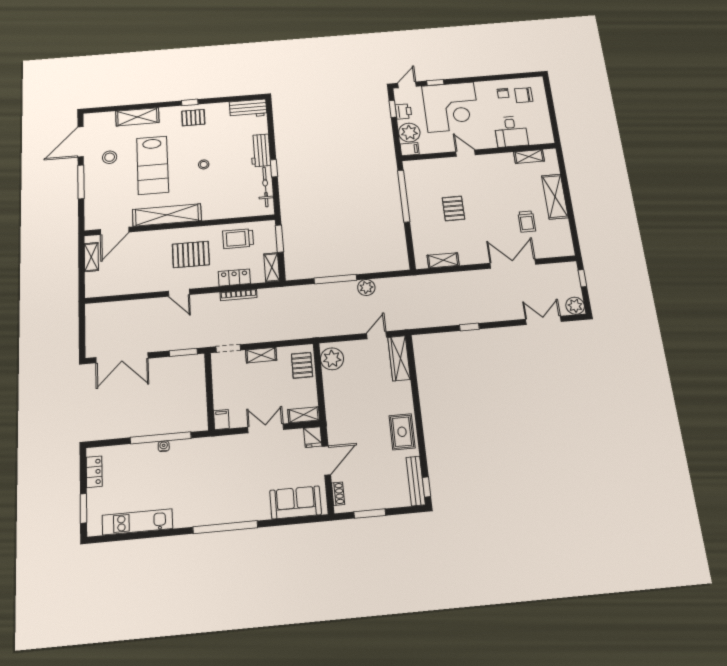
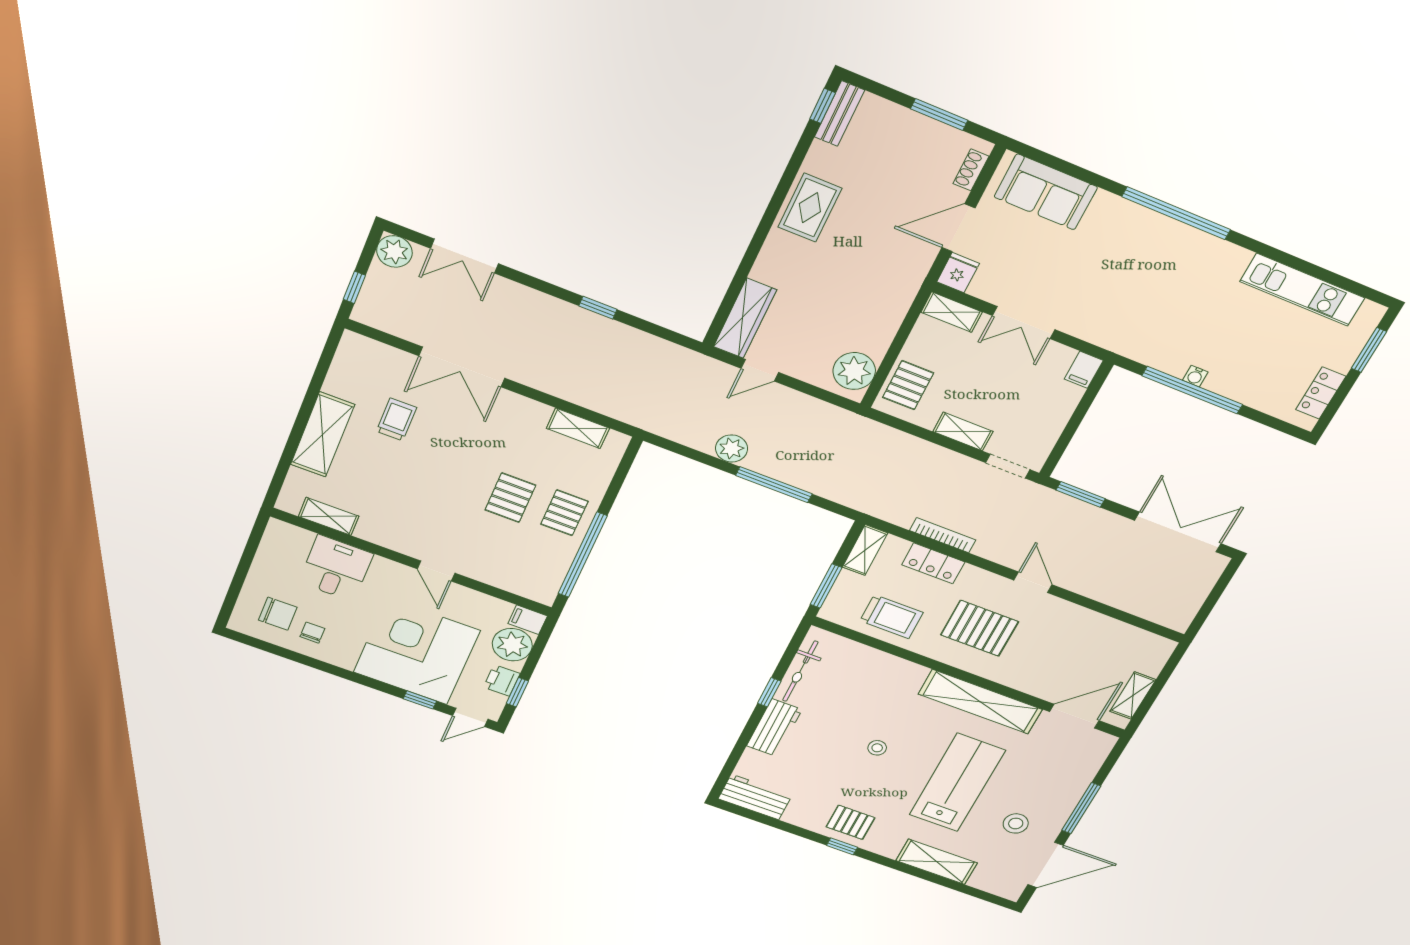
pallet: (424, 213) -> (564, 513), added
bench: (416, 481) -> (839, 114), width x0.73

